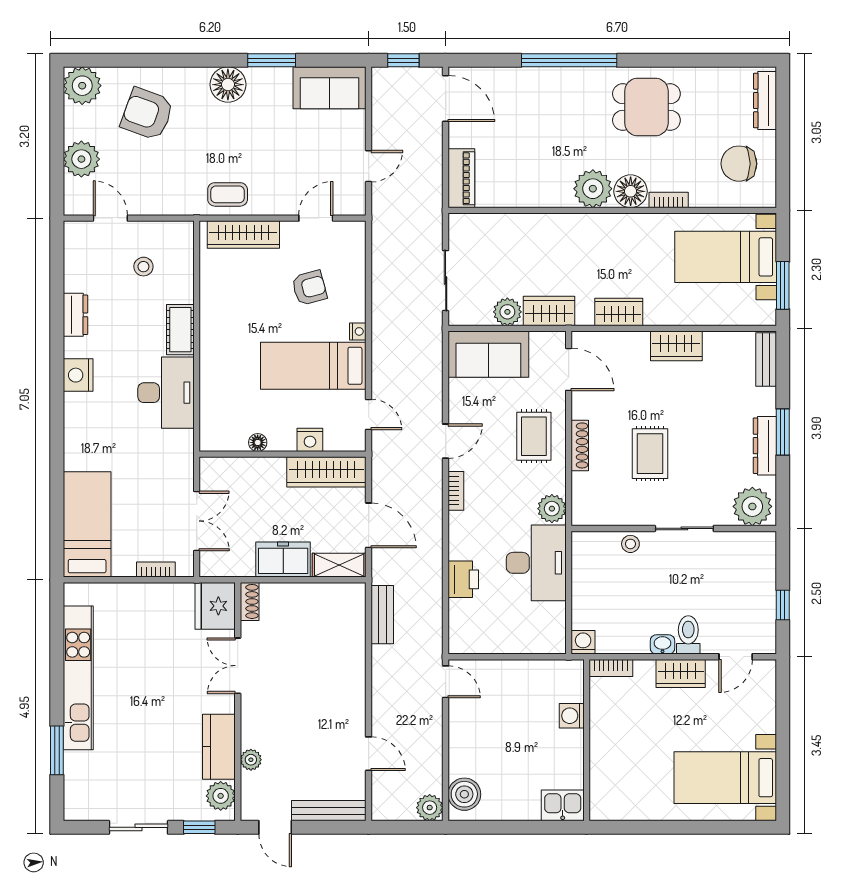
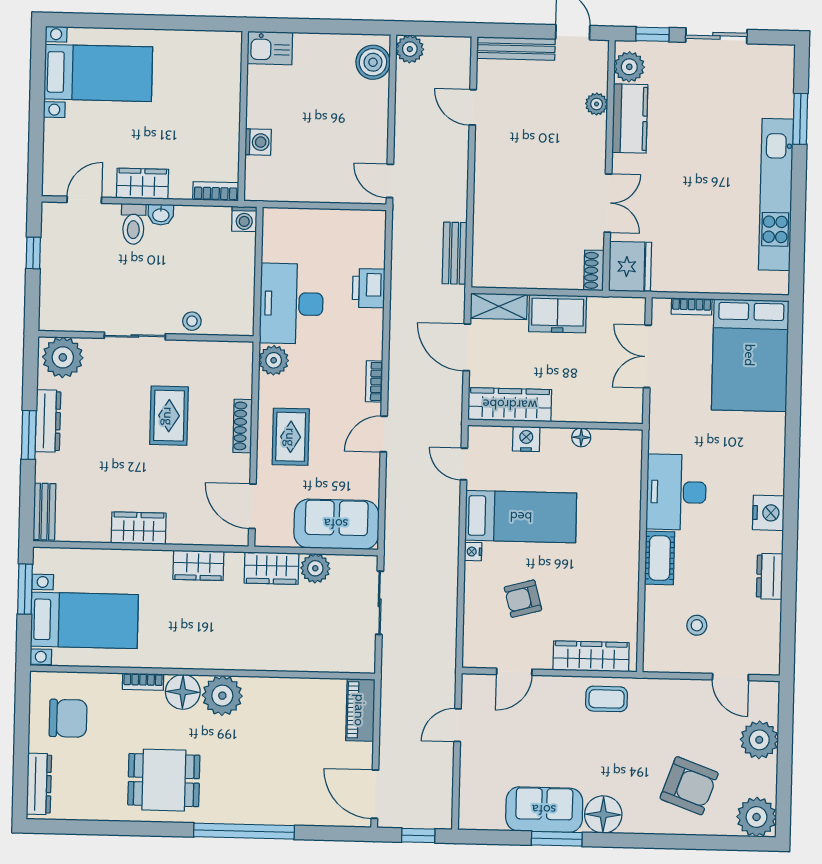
sofa: (330, 88) -> (544, 810), moved
bed: (87, 524) -> (750, 355), width x1.50

